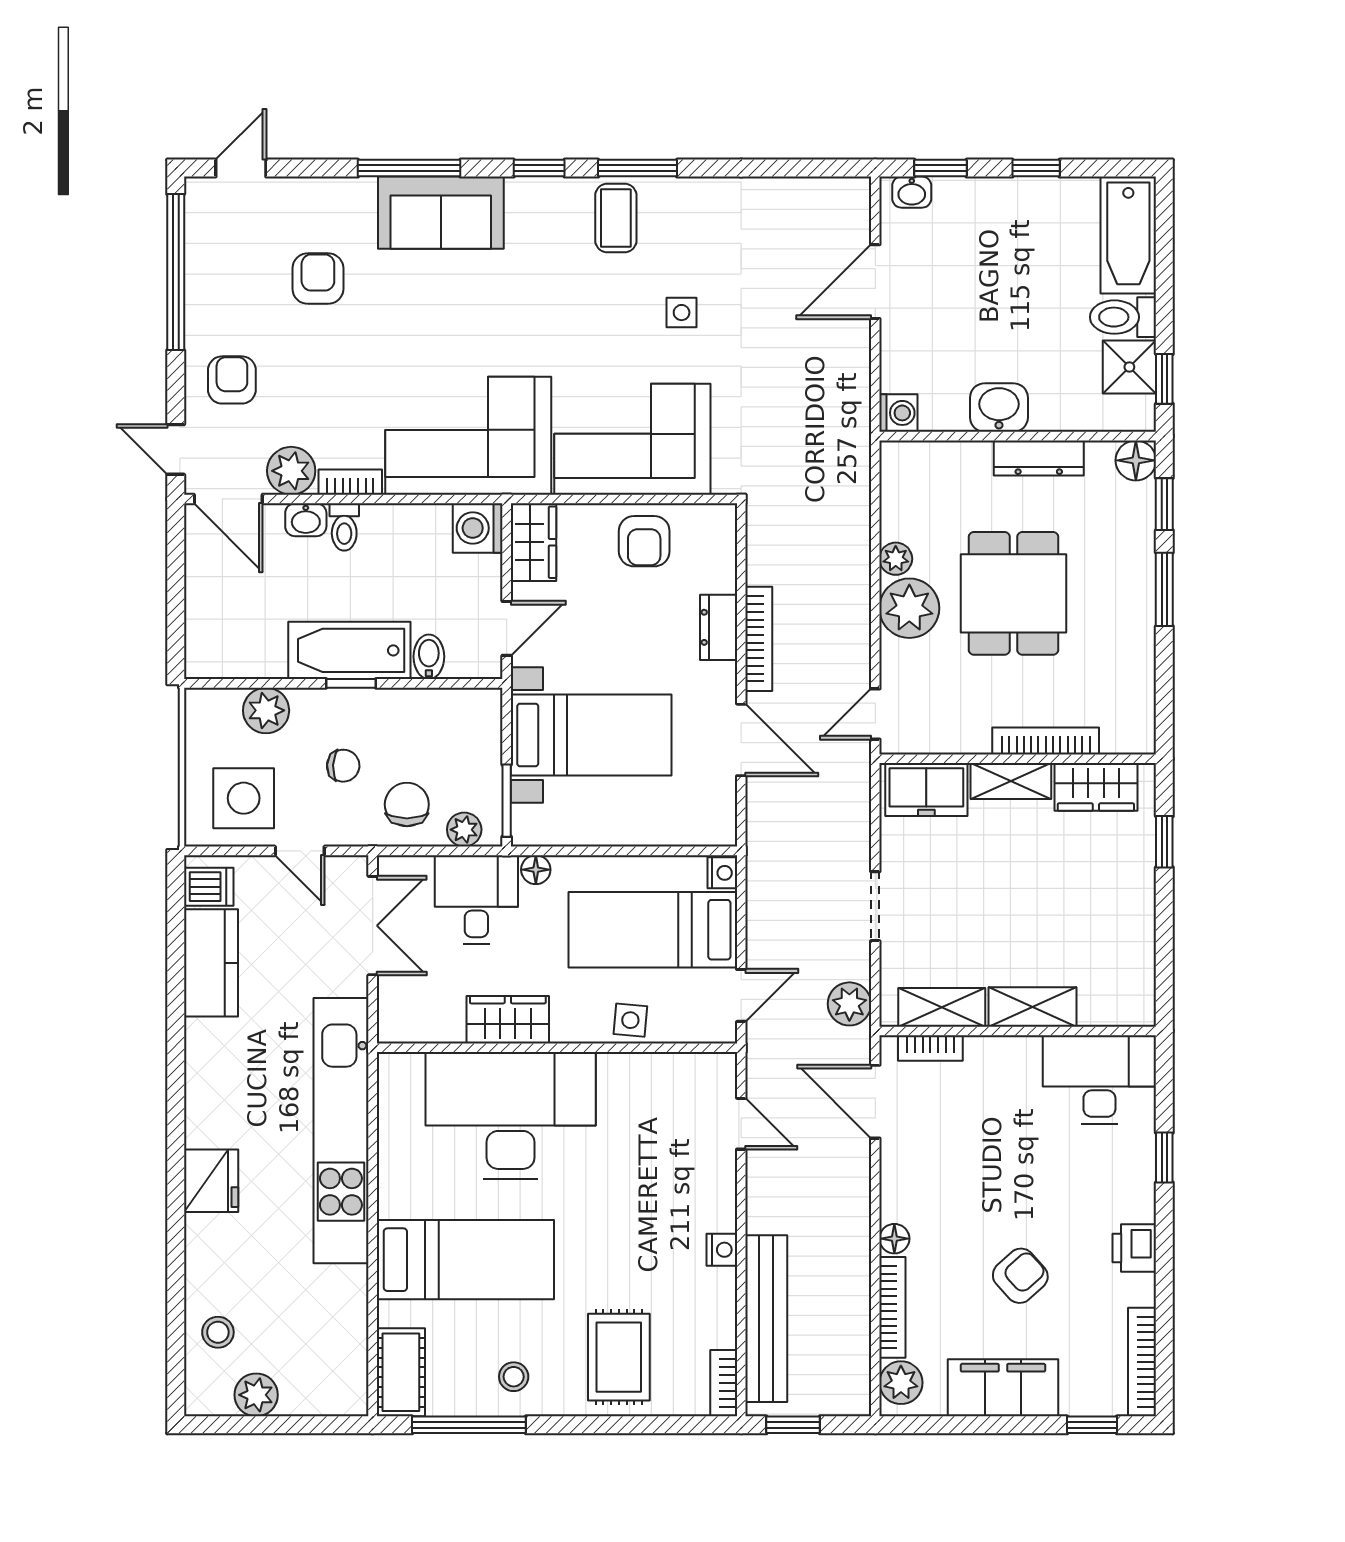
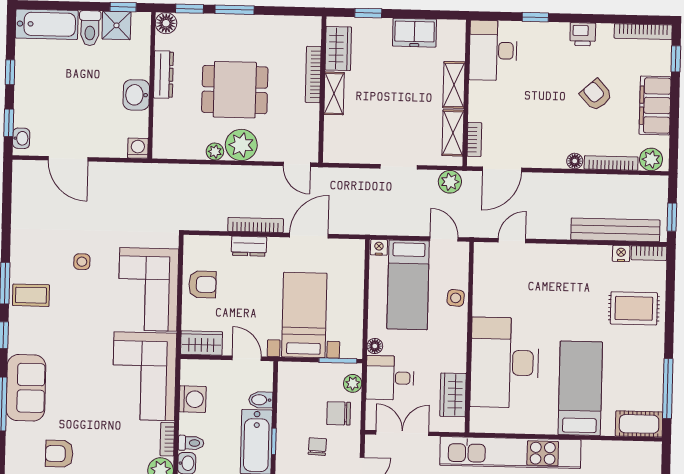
washing machine: (478, 528) -> (193, 399), moved, turned -90
freezer: (926, 789) -> (415, 33), moved, turned 90
wardrobe: (508, 1020) -> (453, 395), moved
nightstand: (722, 1250) -> (621, 253), moved
stool: (514, 1377) -> (643, 364), removed

